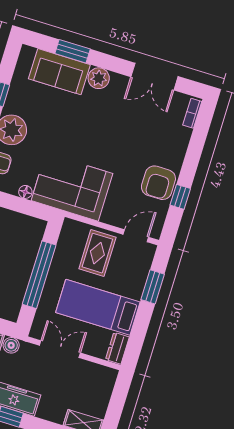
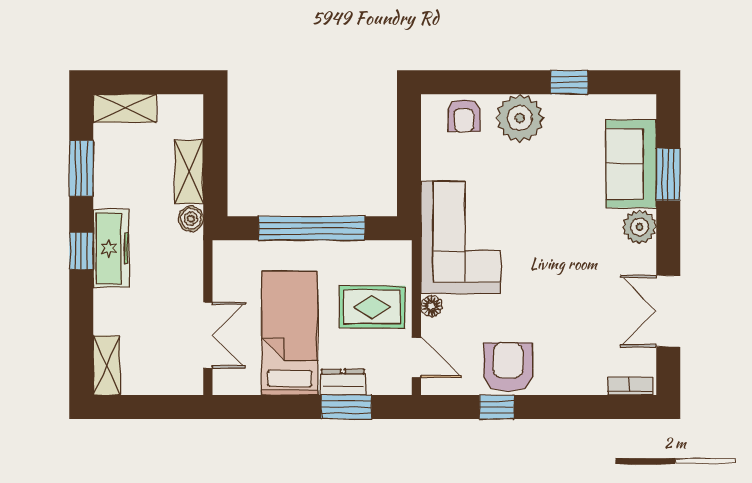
armchair: (158, 183) -> (508, 367), turned 90
floor lamp: (25, 192) -> (431, 306), moved
dresser: (117, 348) -> (343, 382), moved
double door: (60, 349) -> (208, 335), moved

